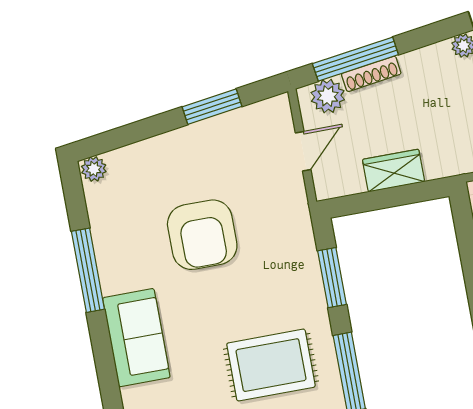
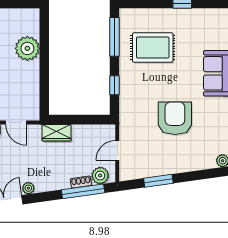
shoe rack: (371, 74) -> (81, 182), width x0.70
wardrobe: (394, 171) -> (56, 133), moved
window: (332, 278) -> (115, 85), width x0.67

